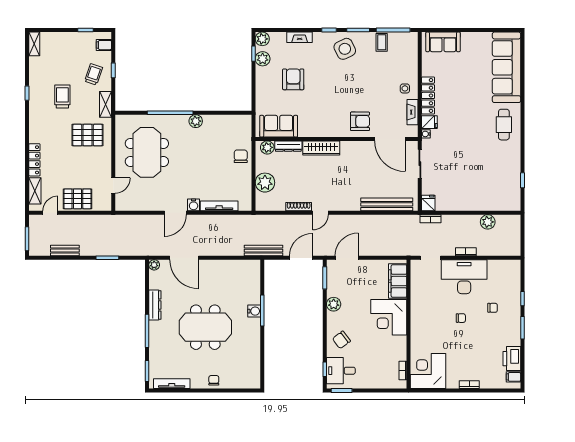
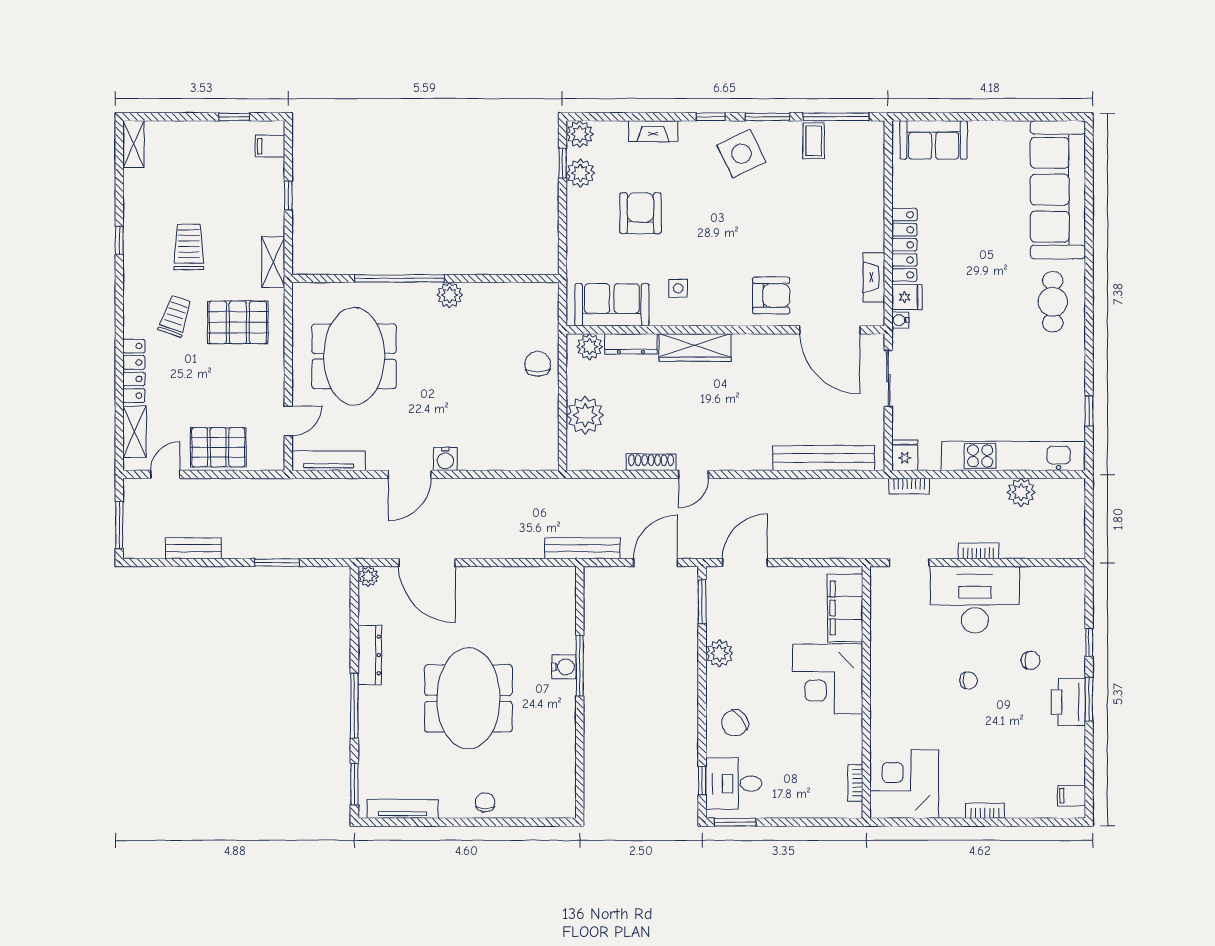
trolley: (94, 74) -> (175, 316), moved
side table: (405, 88) -> (678, 288), moved
kitchen unit: (484, 203) -> (1013, 456), added
tv unit: (219, 206) -> (328, 461), moved
meeting table: (205, 327) -> (468, 698), turned 90
printer: (512, 359) -> (1068, 702), moved

